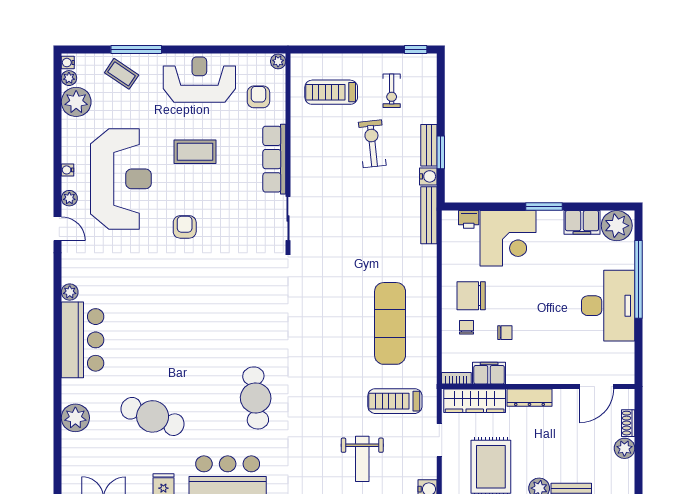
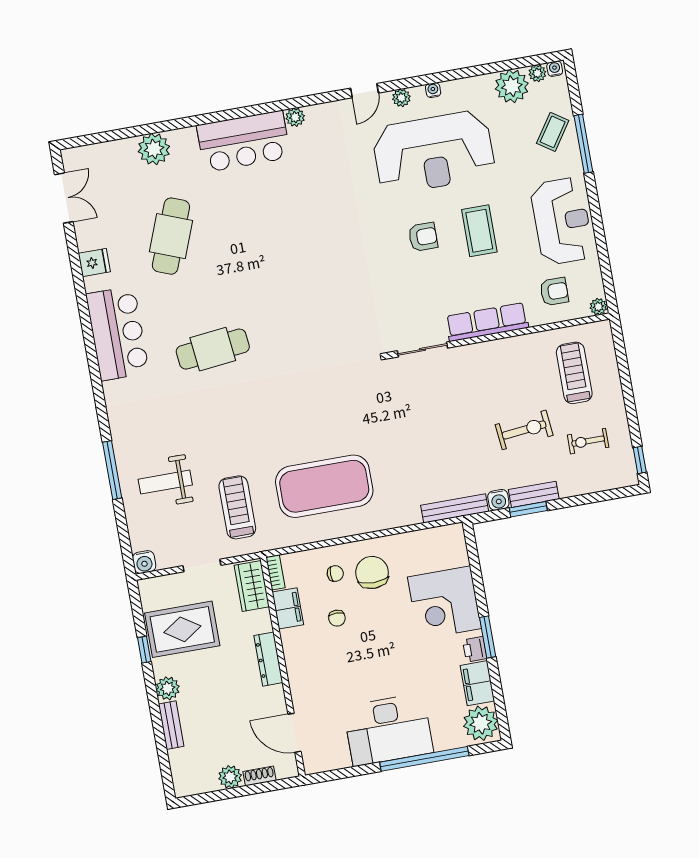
printer: (469, 219) -> (475, 649), moved
armchair: (185, 227) -> (423, 237), moved
exercise mat: (390, 323) -> (324, 486), width x1.47
wardrobe: (475, 401) -> (252, 586), width x0.67

